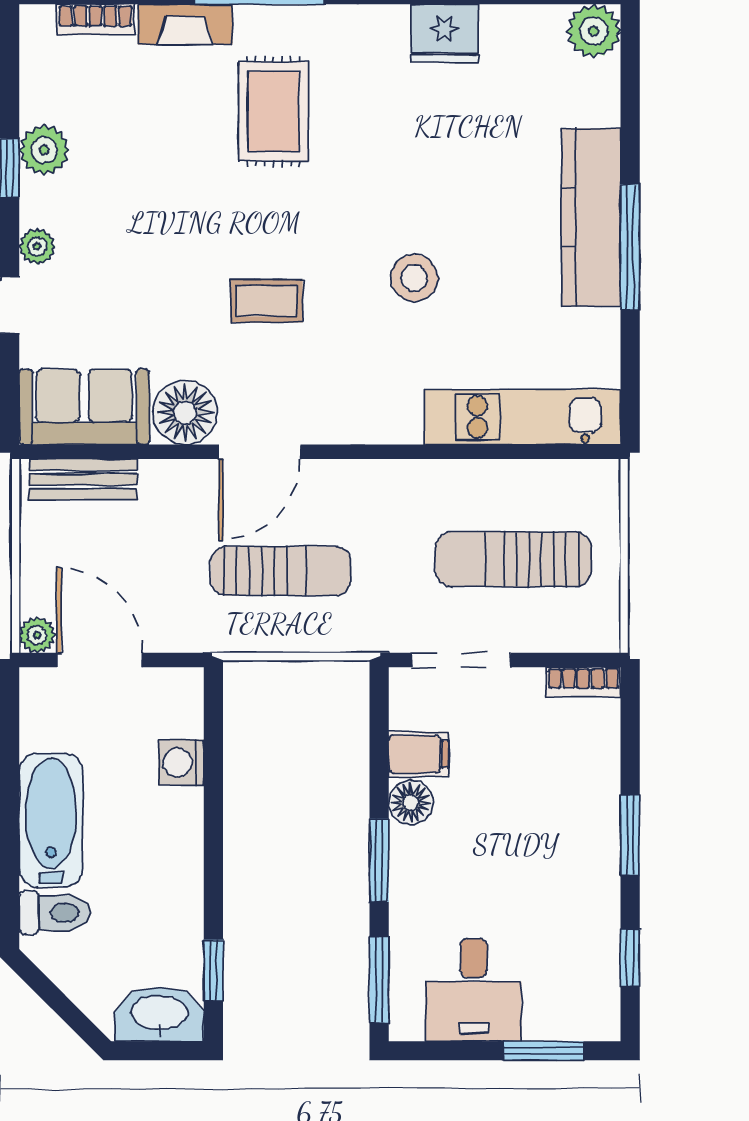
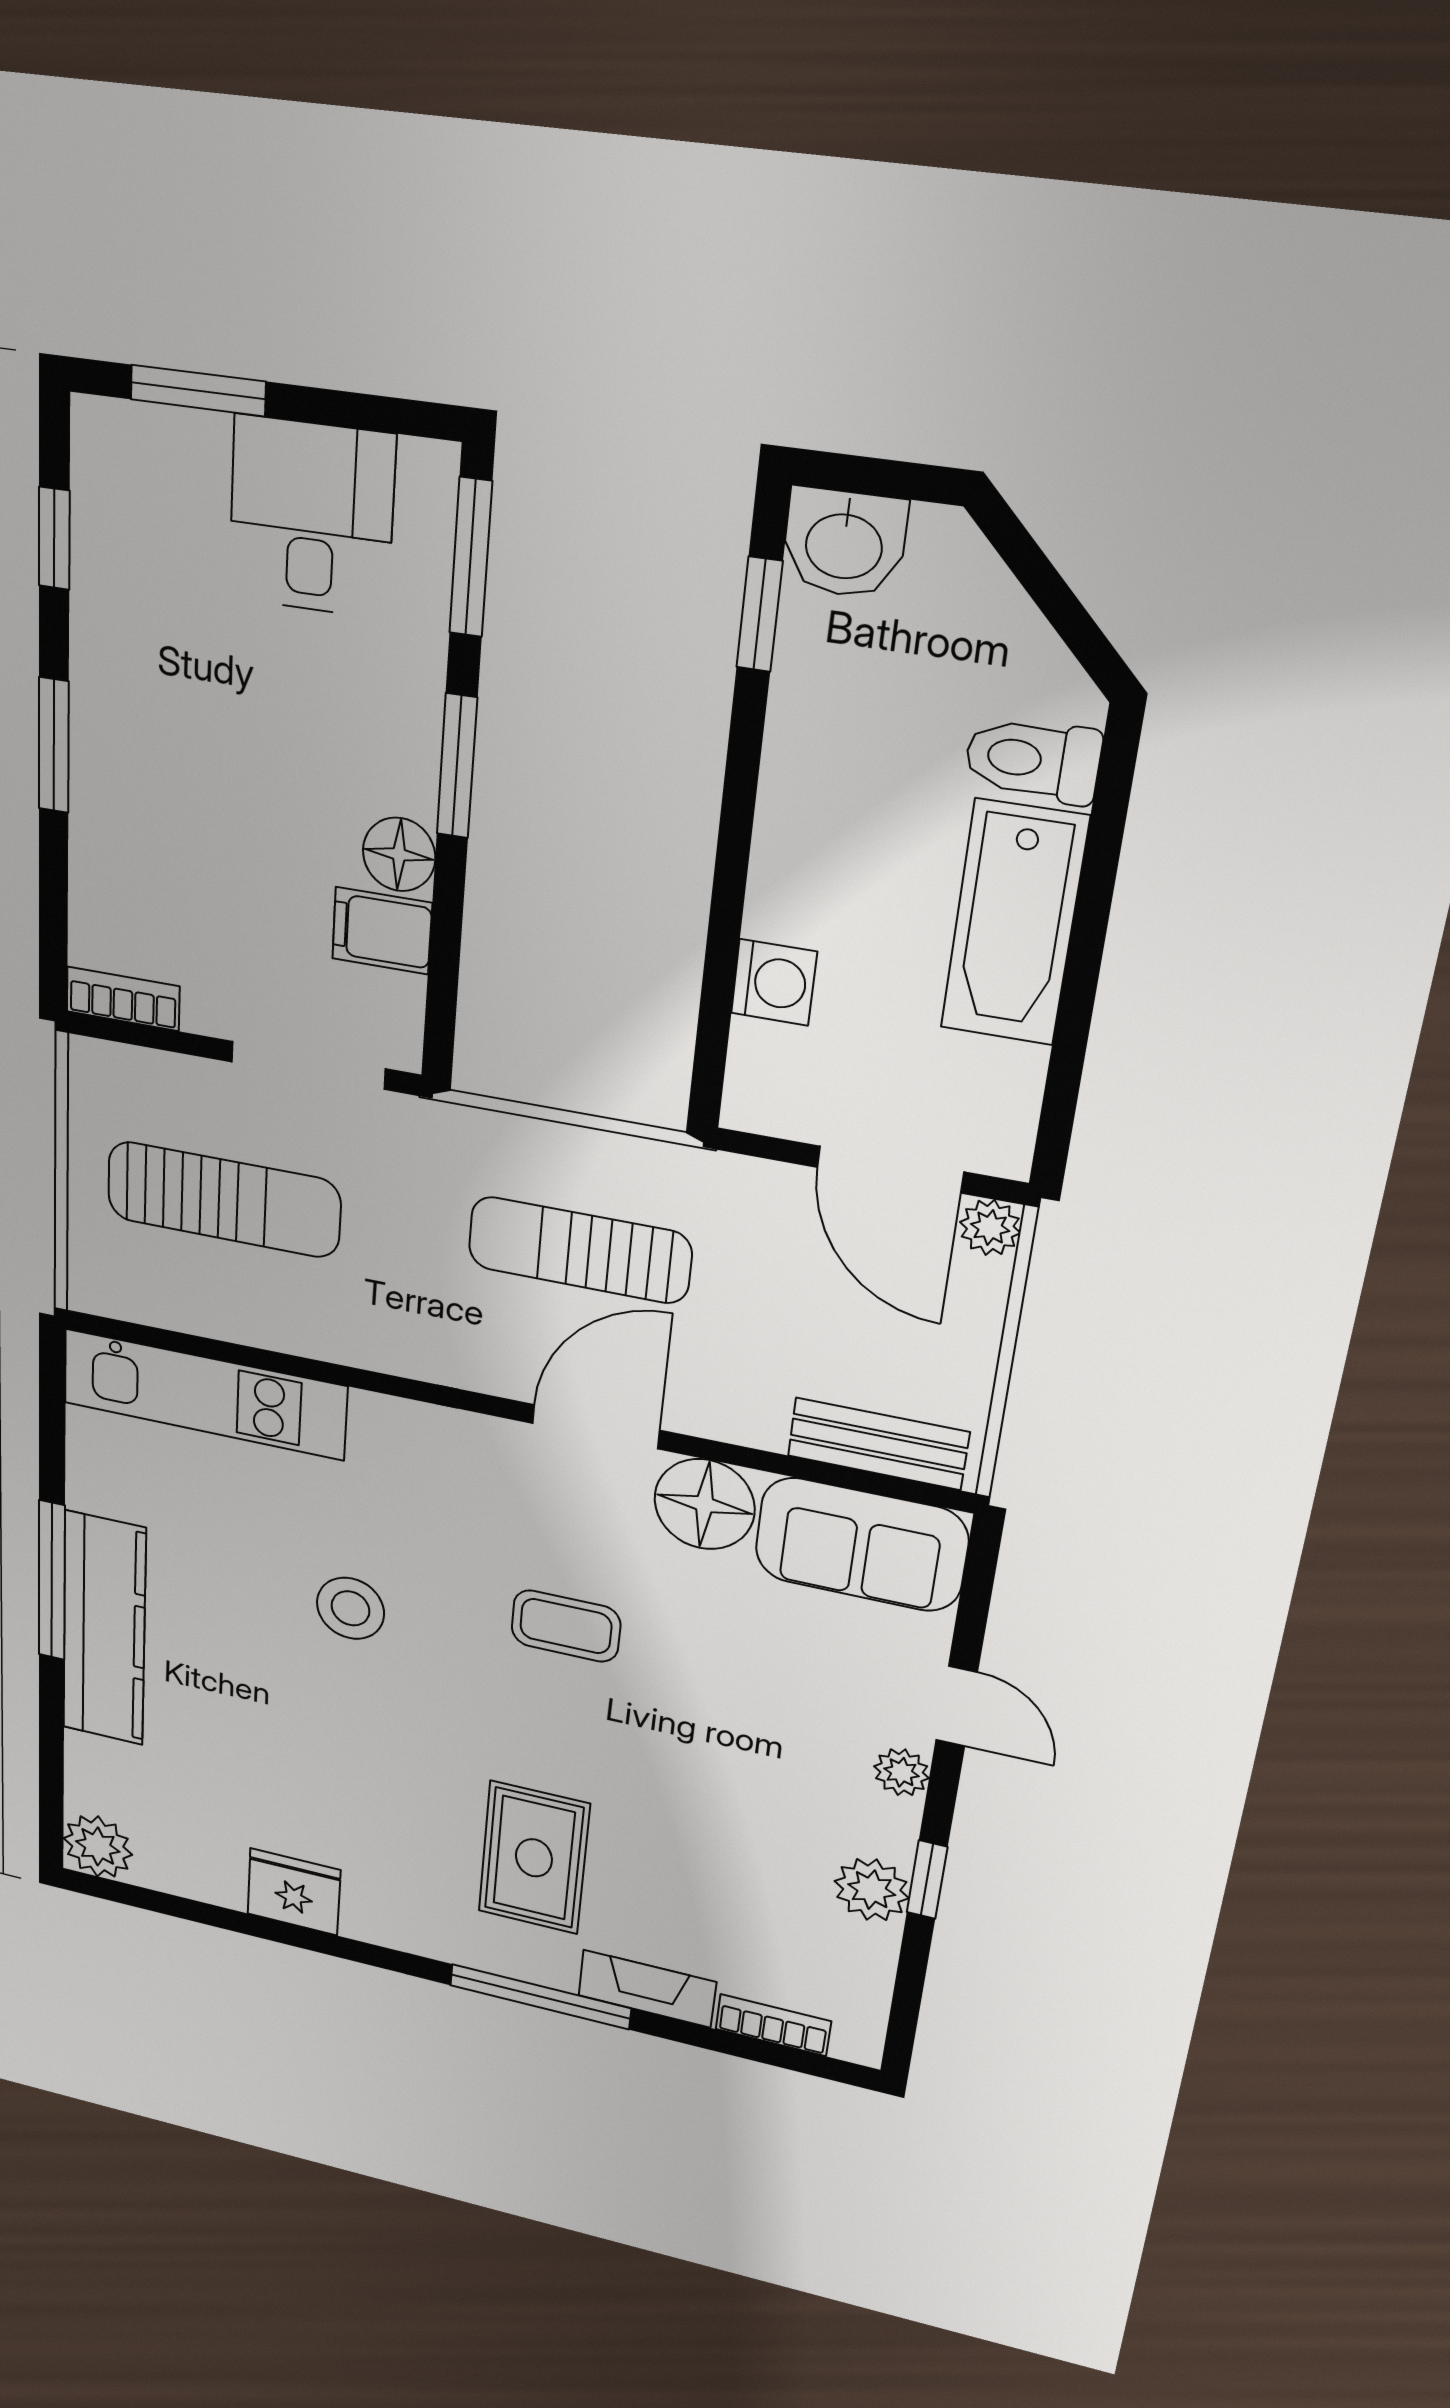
washbasin: (159, 1014) -> (844, 543), width x0.72

